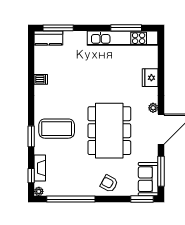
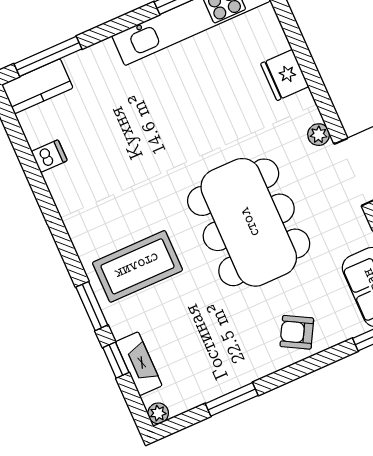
dishwasher: (41, 79) -> (49, 156), moved
window: (31, 176) -> (116, 360), moved
window: (71, 199) -> (232, 399), width x0.47

